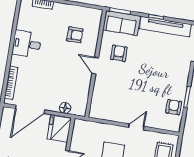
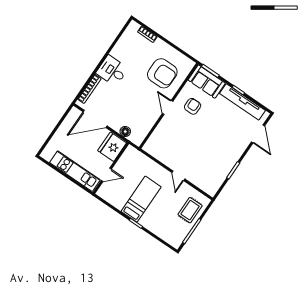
armchair: (75, 35) -> (162, 73), width x1.88, depth x1.88
desk: (27, 44) -> (112, 71), moved
armchair: (174, 107) -> (218, 174), removed
door: (136, 127) -> (178, 176), swing flipped

